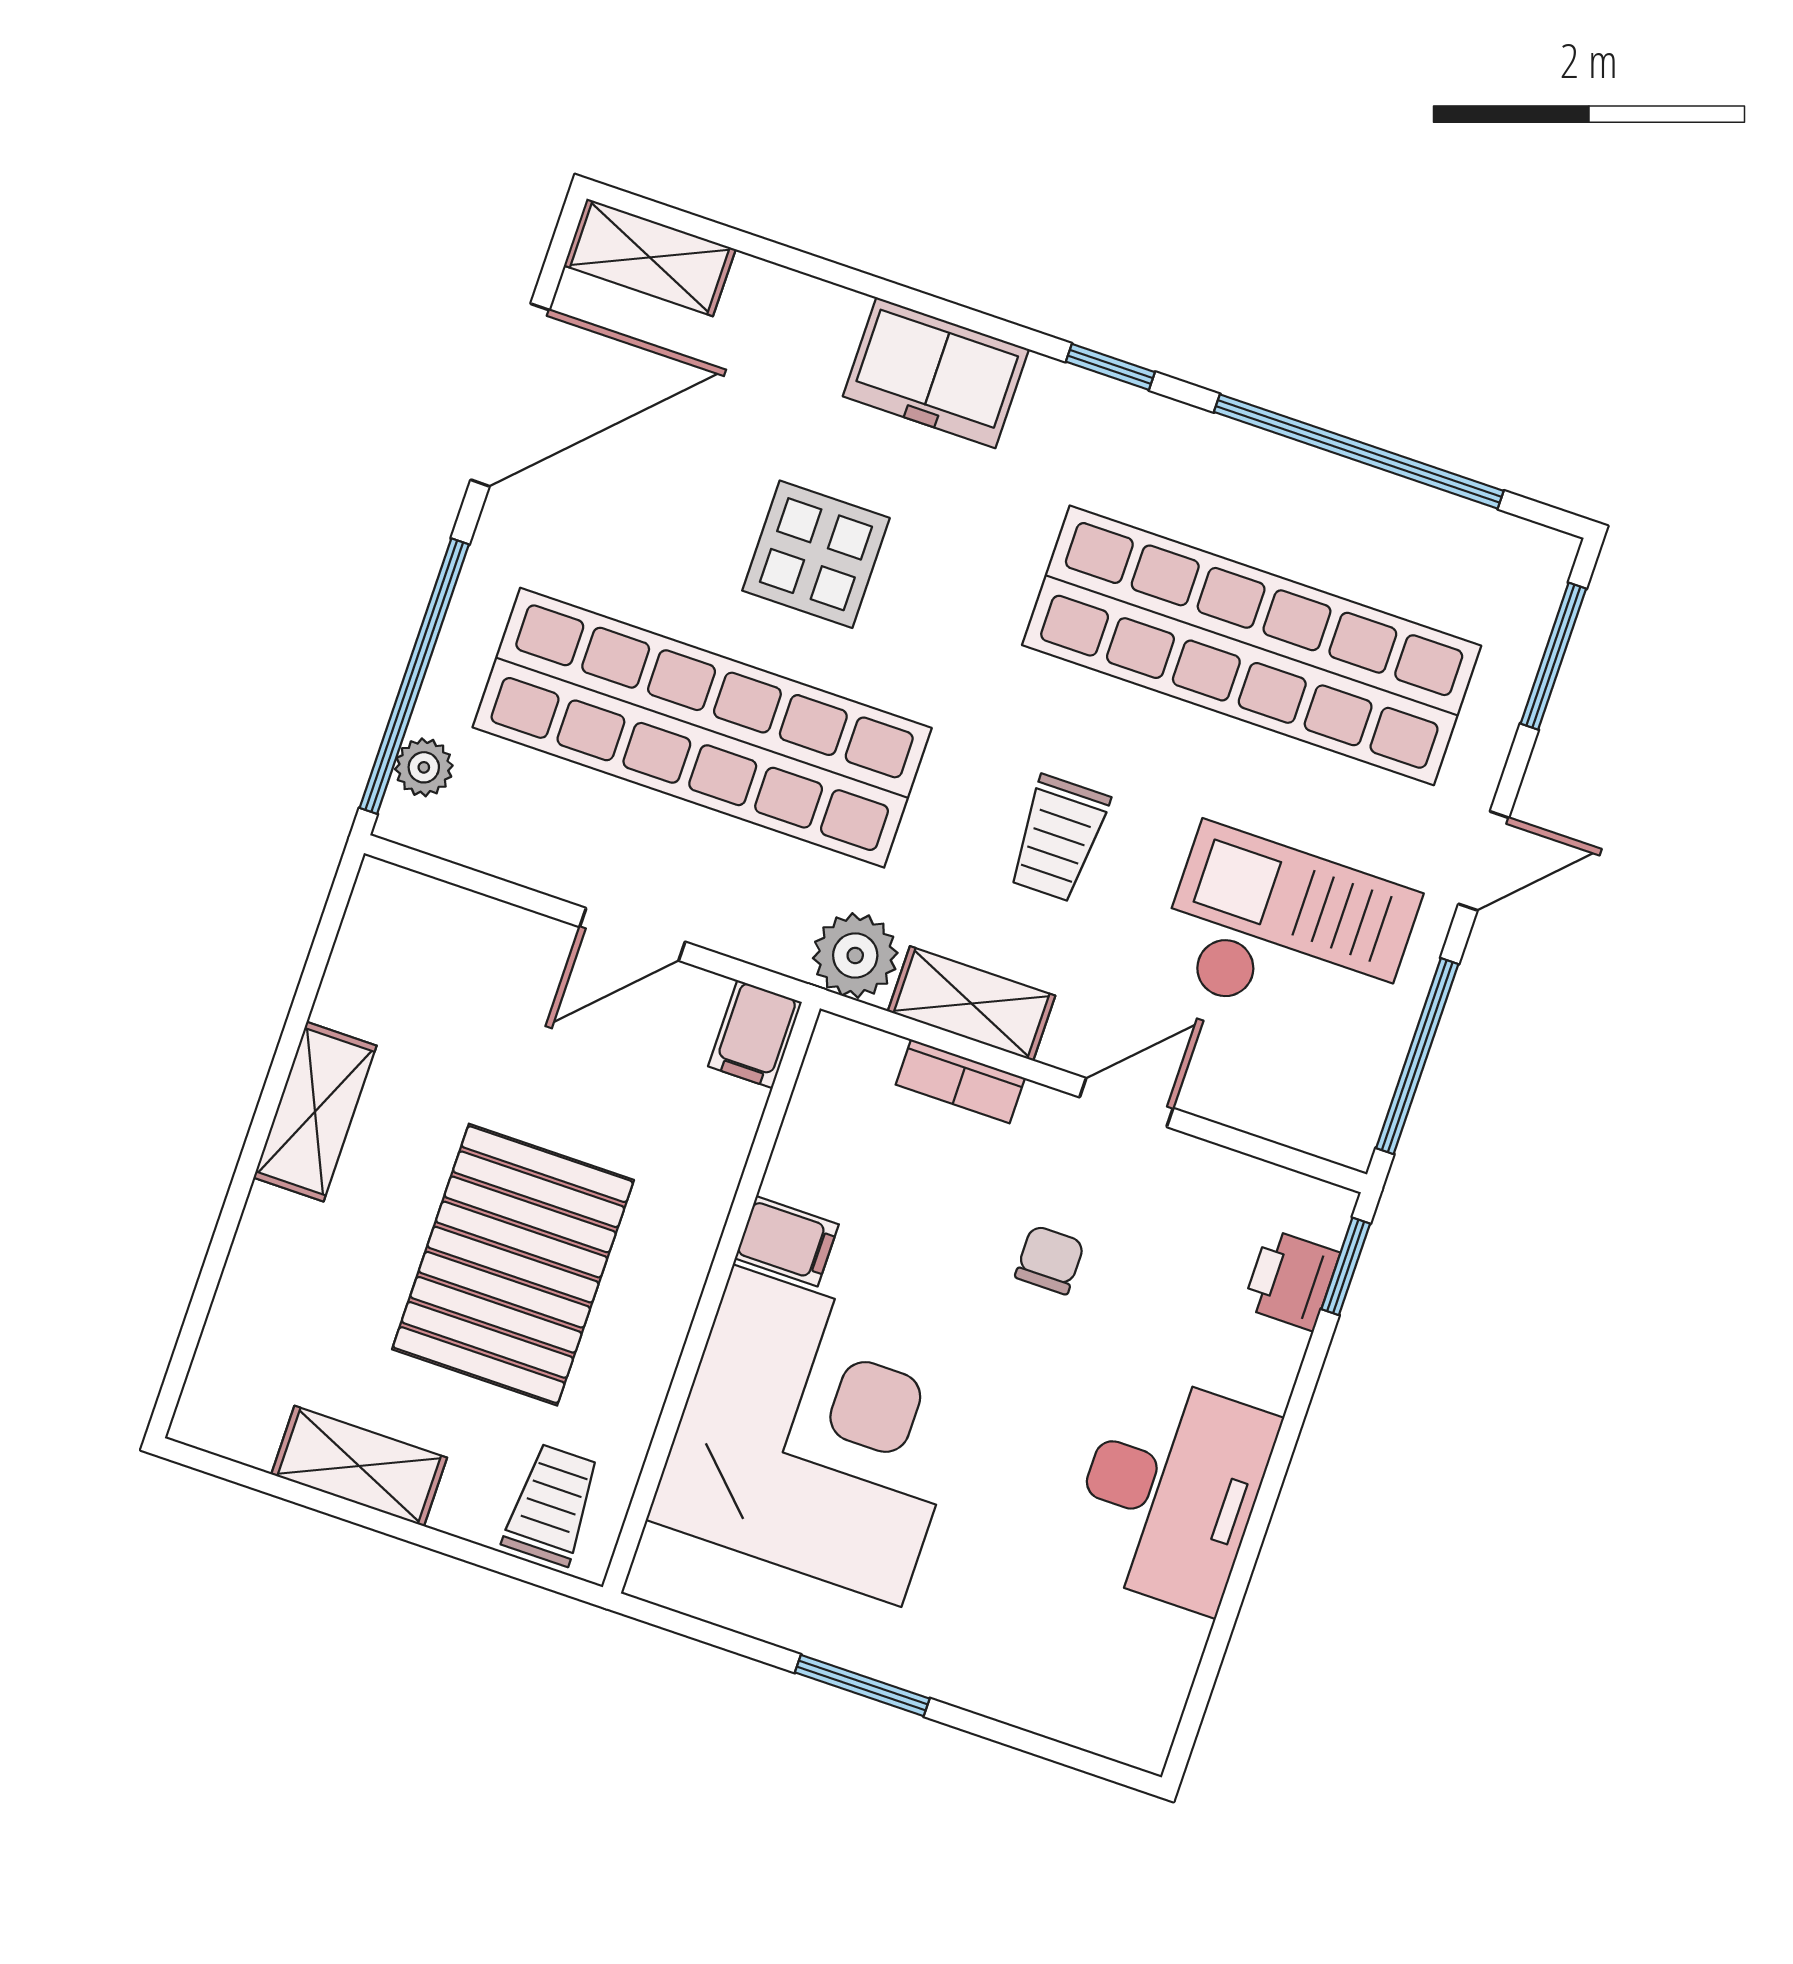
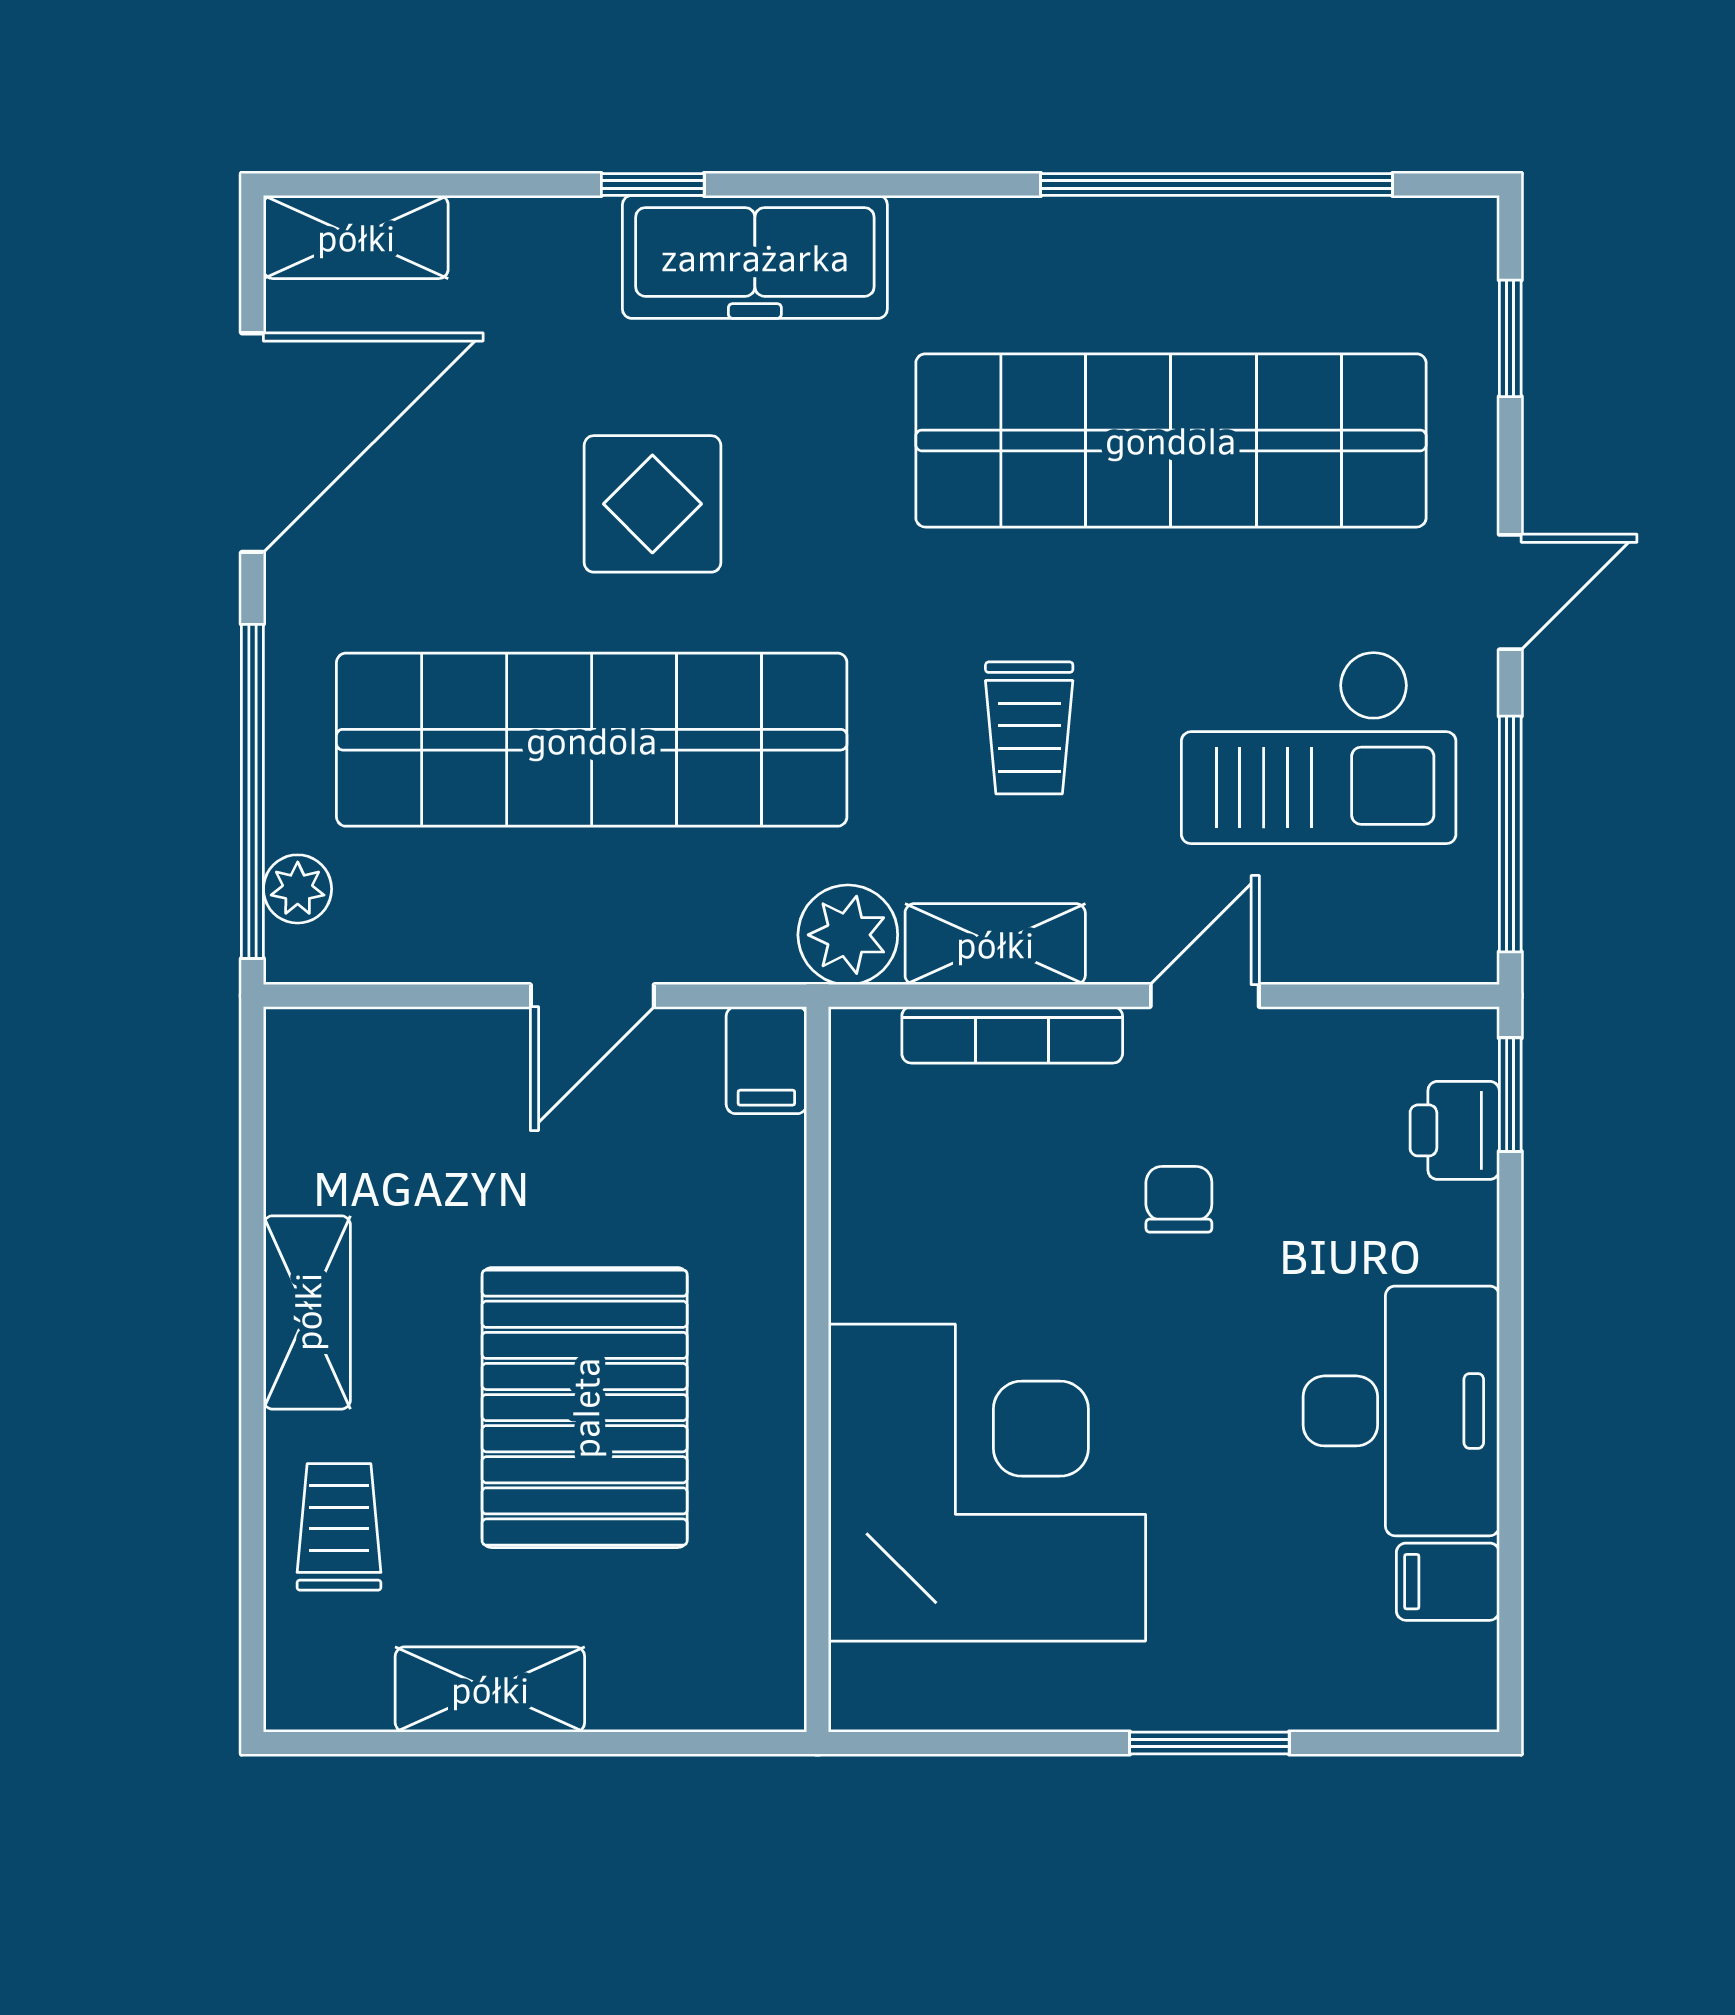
window: (1110, 367) -> (653, 184), moved
freezer: (936, 373) -> (755, 257), width x1.40
window: (1553, 656) -> (1510, 338), width x0.67
checkout: (1287, 933) -> (1319, 747), turned 180
bookcase: (960, 1081) -> (1012, 1035), width x1.56
filing cabinet: (787, 1241) -> (1448, 1582), moved, turned 180
trolley: (552, 1505) -> (339, 1527), moved
window: (862, 1685) -> (1209, 1743), moved

